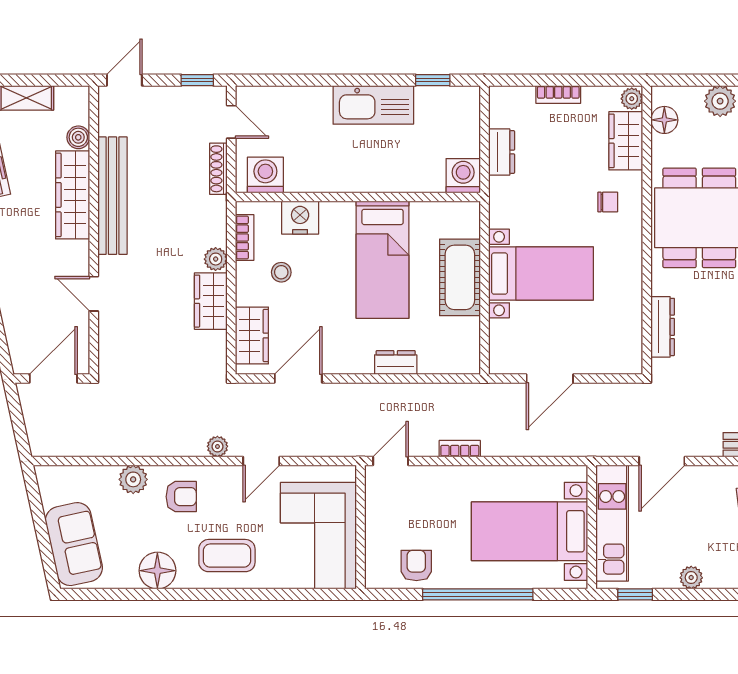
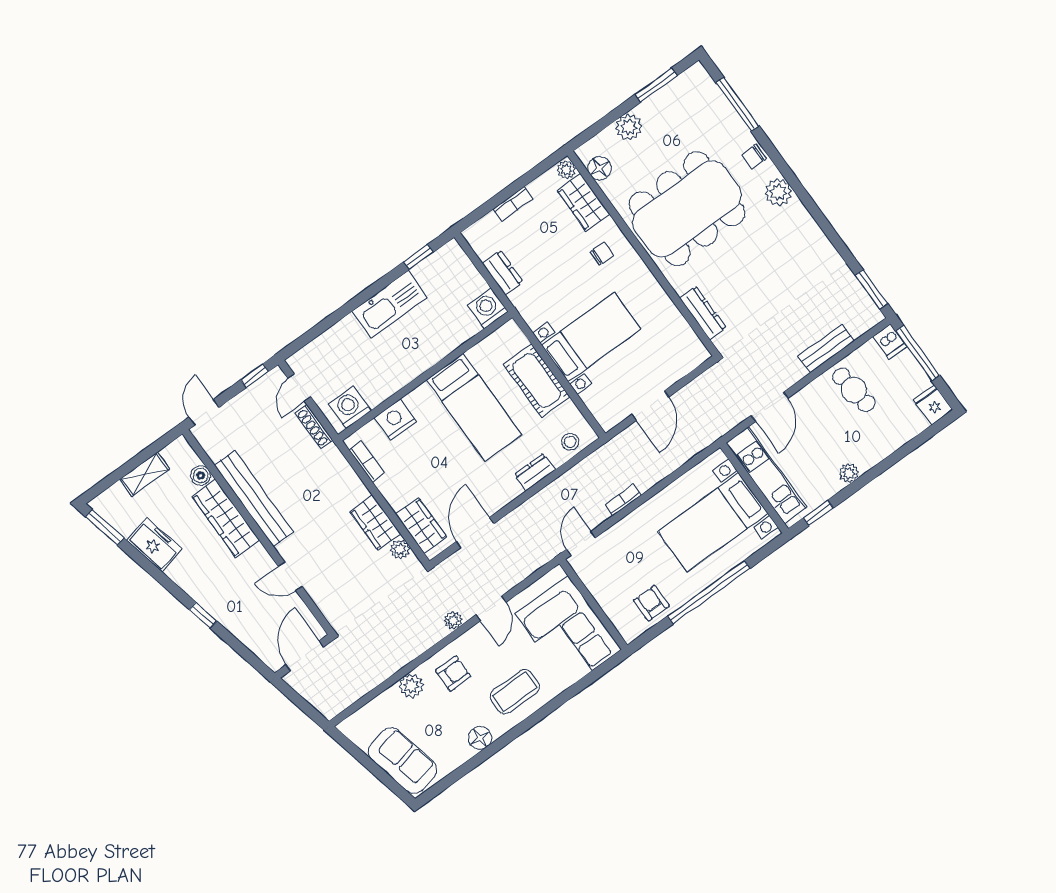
door: (231, 122) -> (299, 388), swing flipped
plant: (216, 259) -> (400, 549), moved
stool: (281, 272) -> (570, 442), moved
floor lamp: (157, 571) -> (480, 738), width x0.73, depth x0.73

